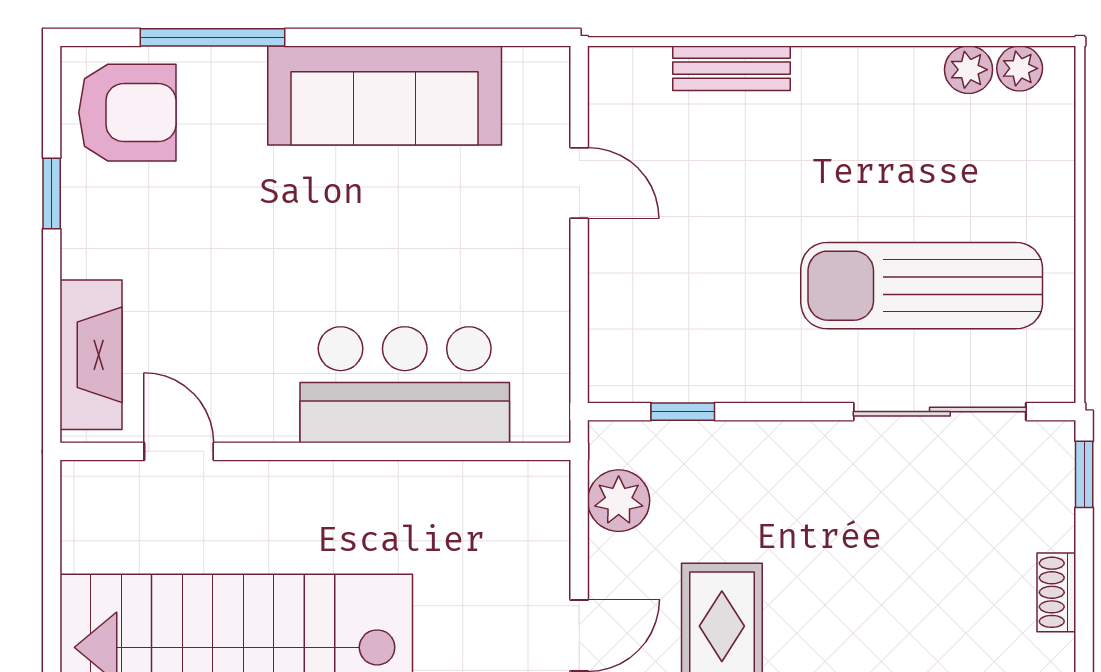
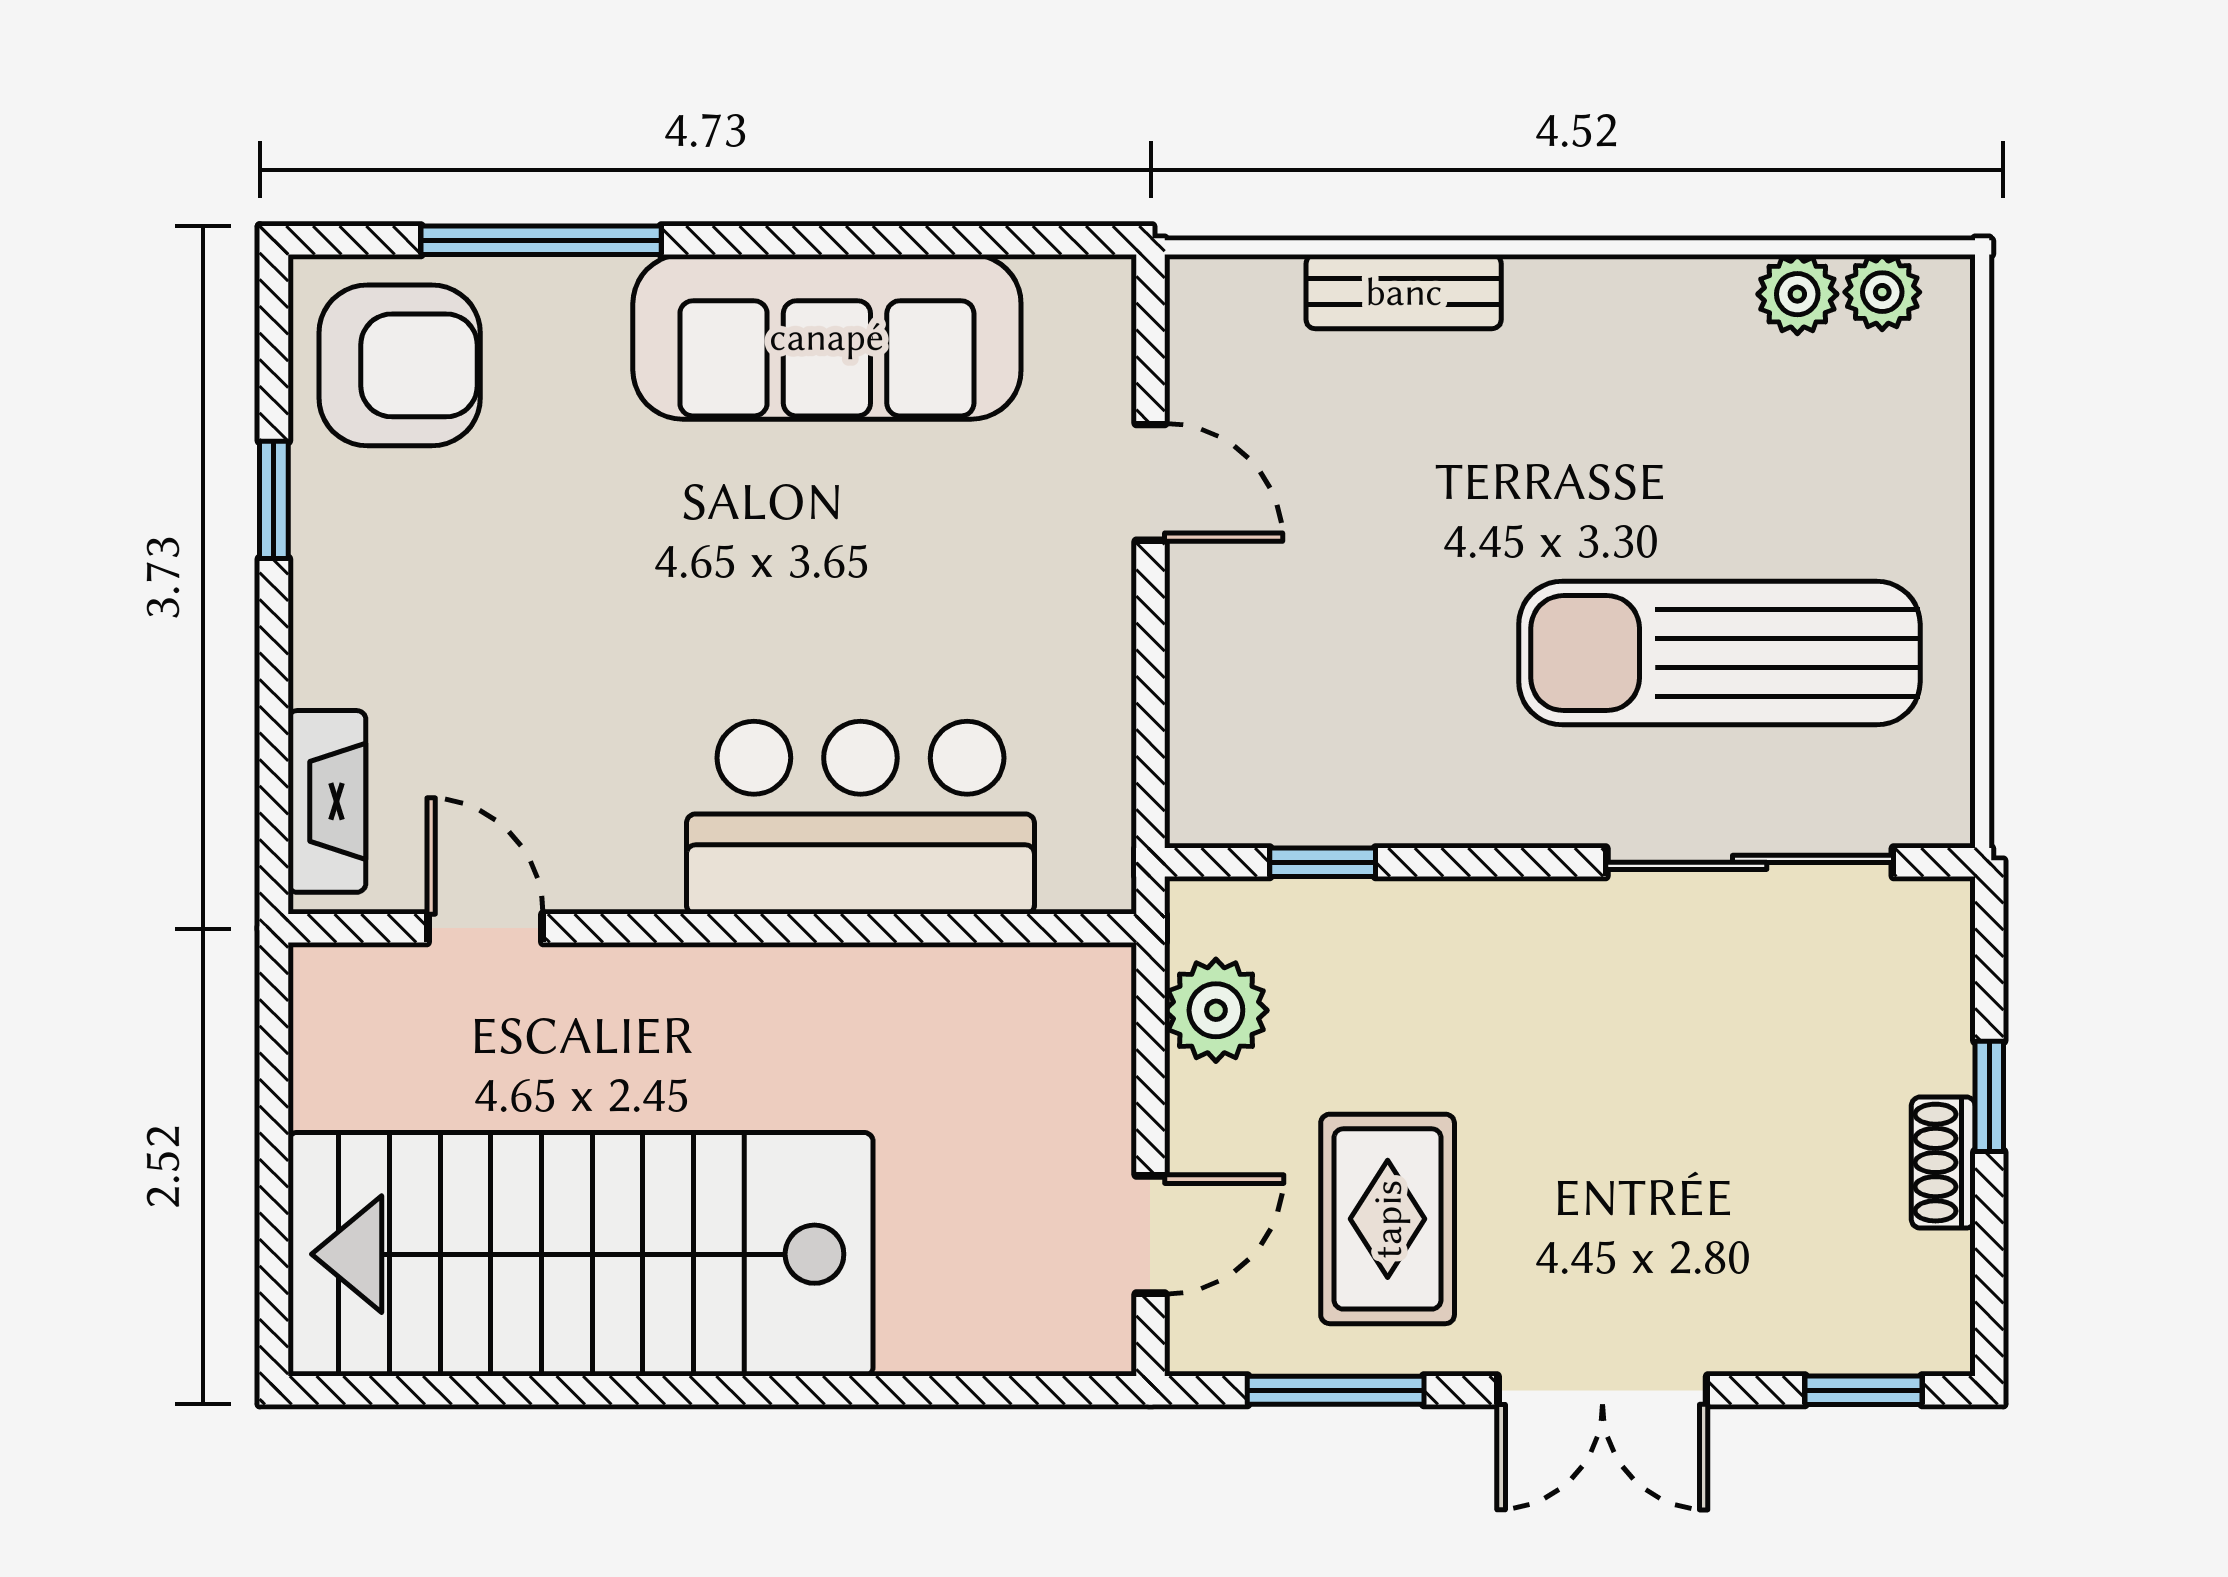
fireplace: (91, 355) -> (327, 801), width x0.73, depth x0.76
window: (1084, 474) -> (1989, 1096), moved

